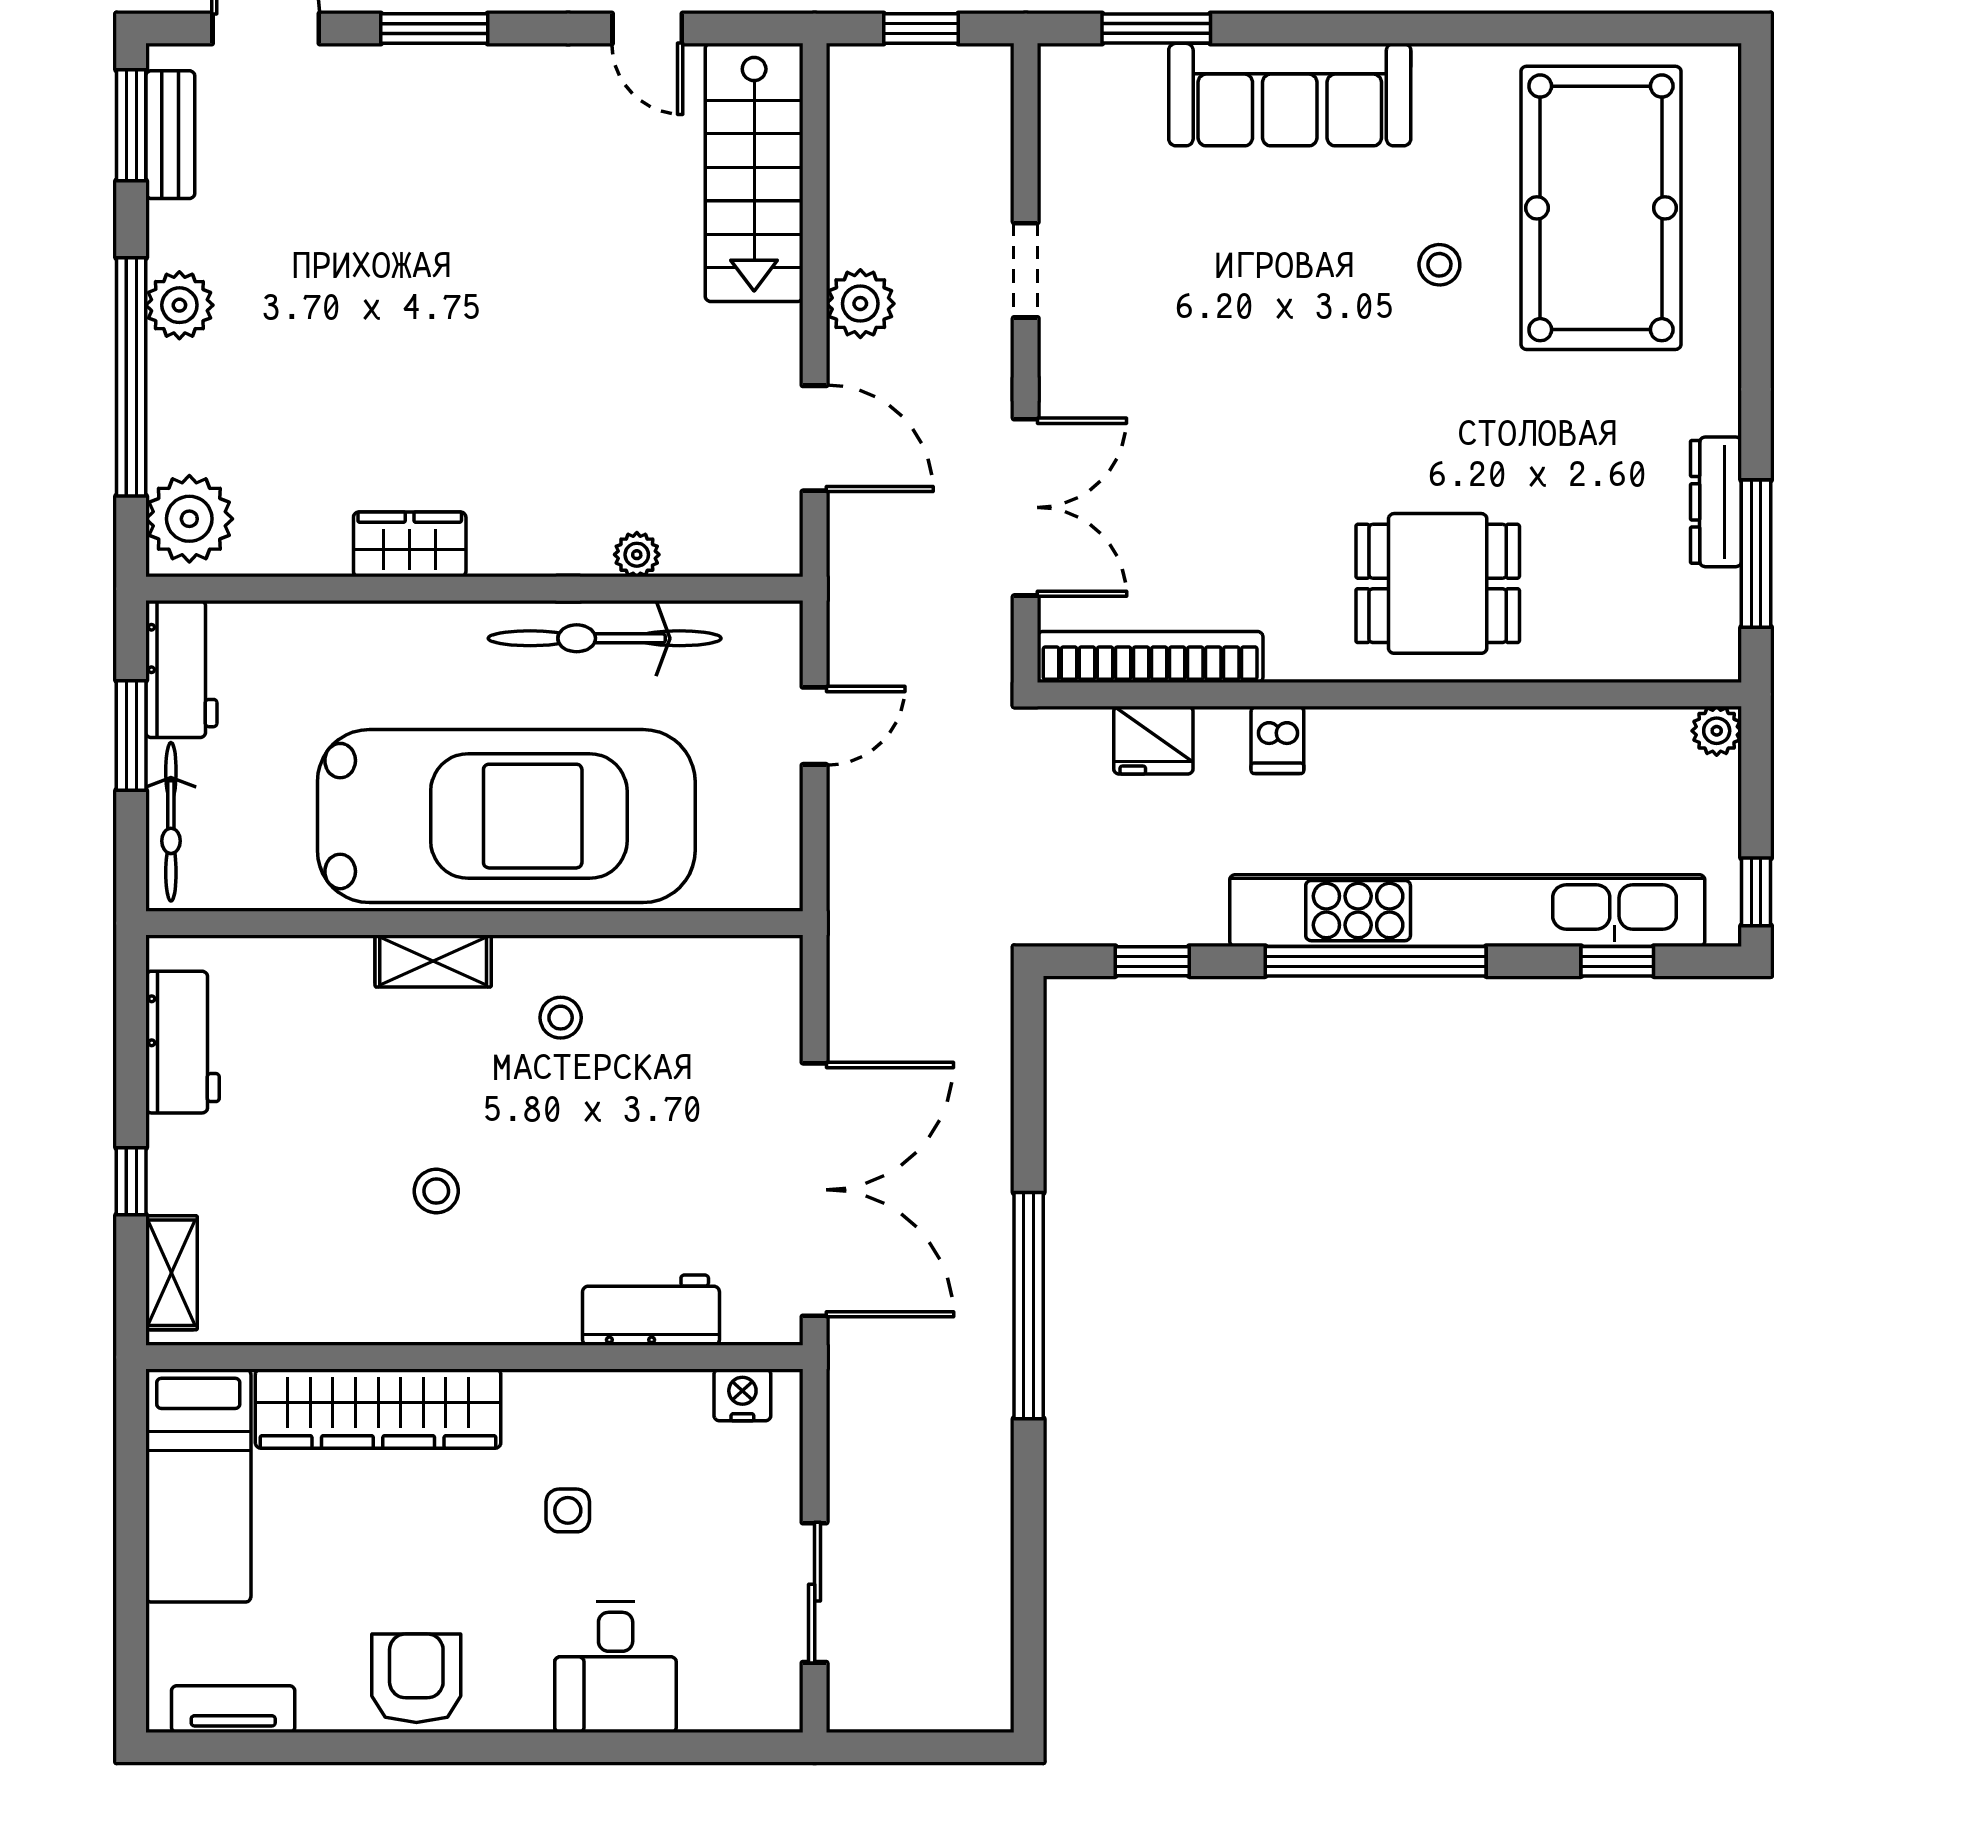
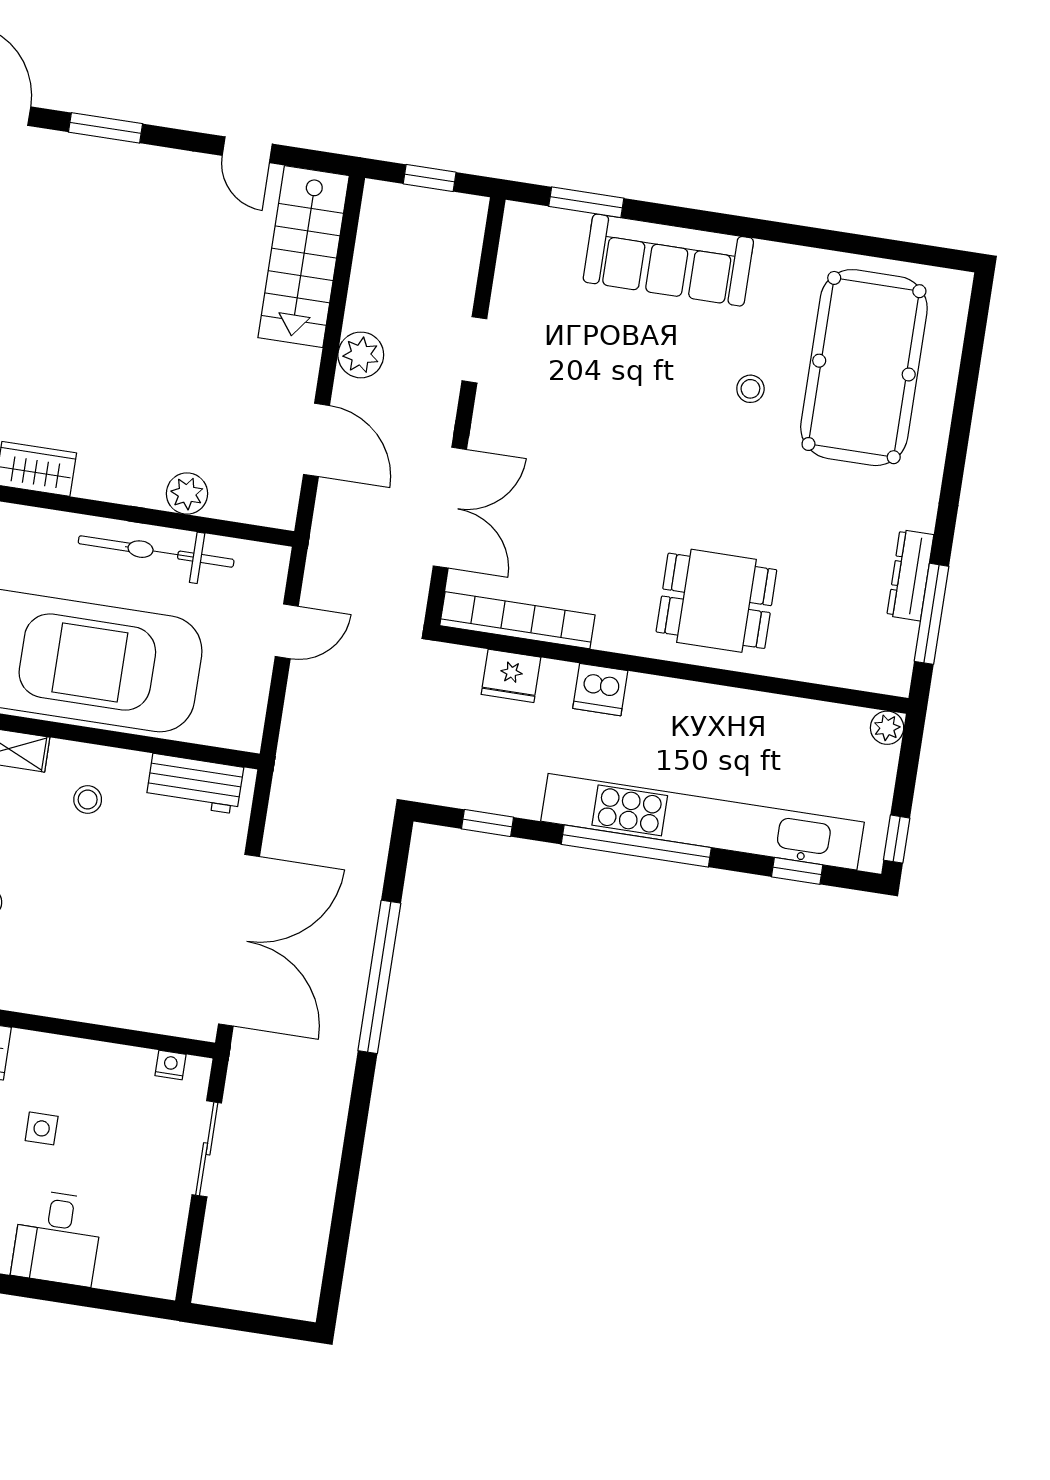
plant: (637, 555) -> (187, 494), width x1.38, depth x1.38
dishwasher: (1277, 740) -> (600, 690), width x1.38
window: (1029, 1306) -> (379, 977), moved
workbench: (651, 1310) -> (195, 784), moved, turned 180
nightstand: (742, 1395) -> (171, 1065), width x0.72, depth x0.74
sliding door: (815, 1593) -> (207, 1149), moved

